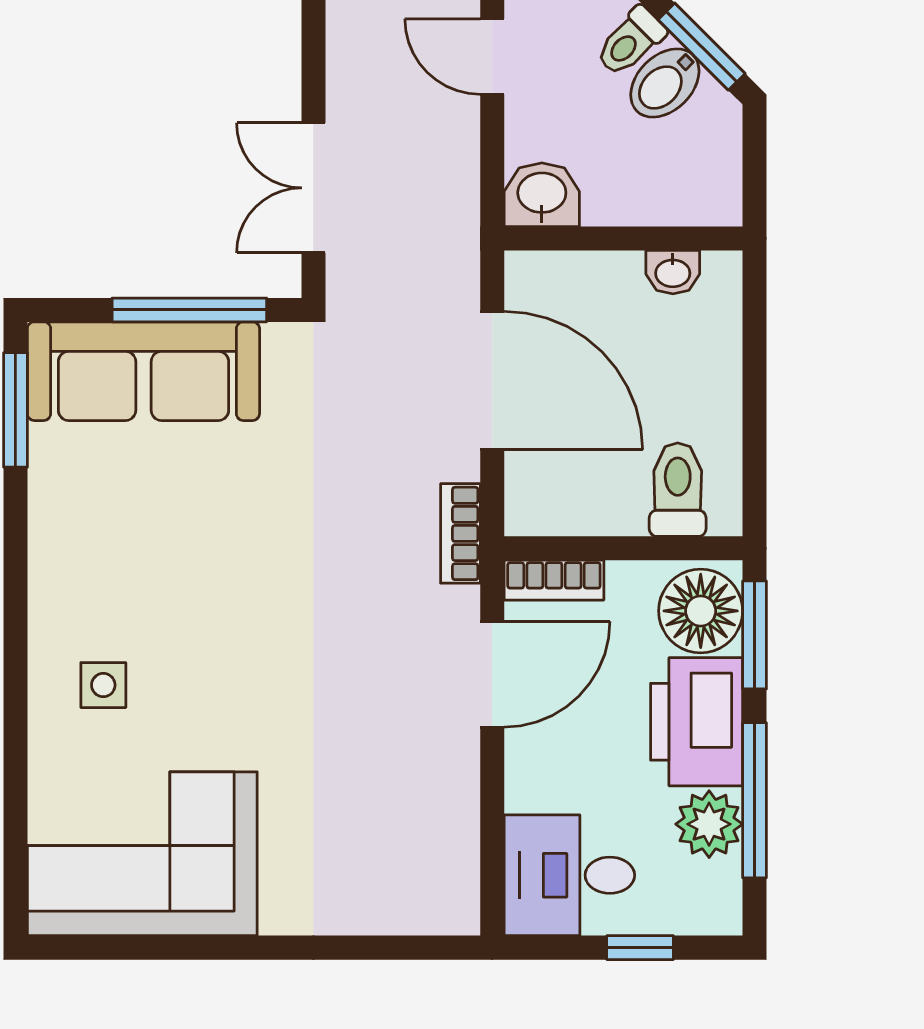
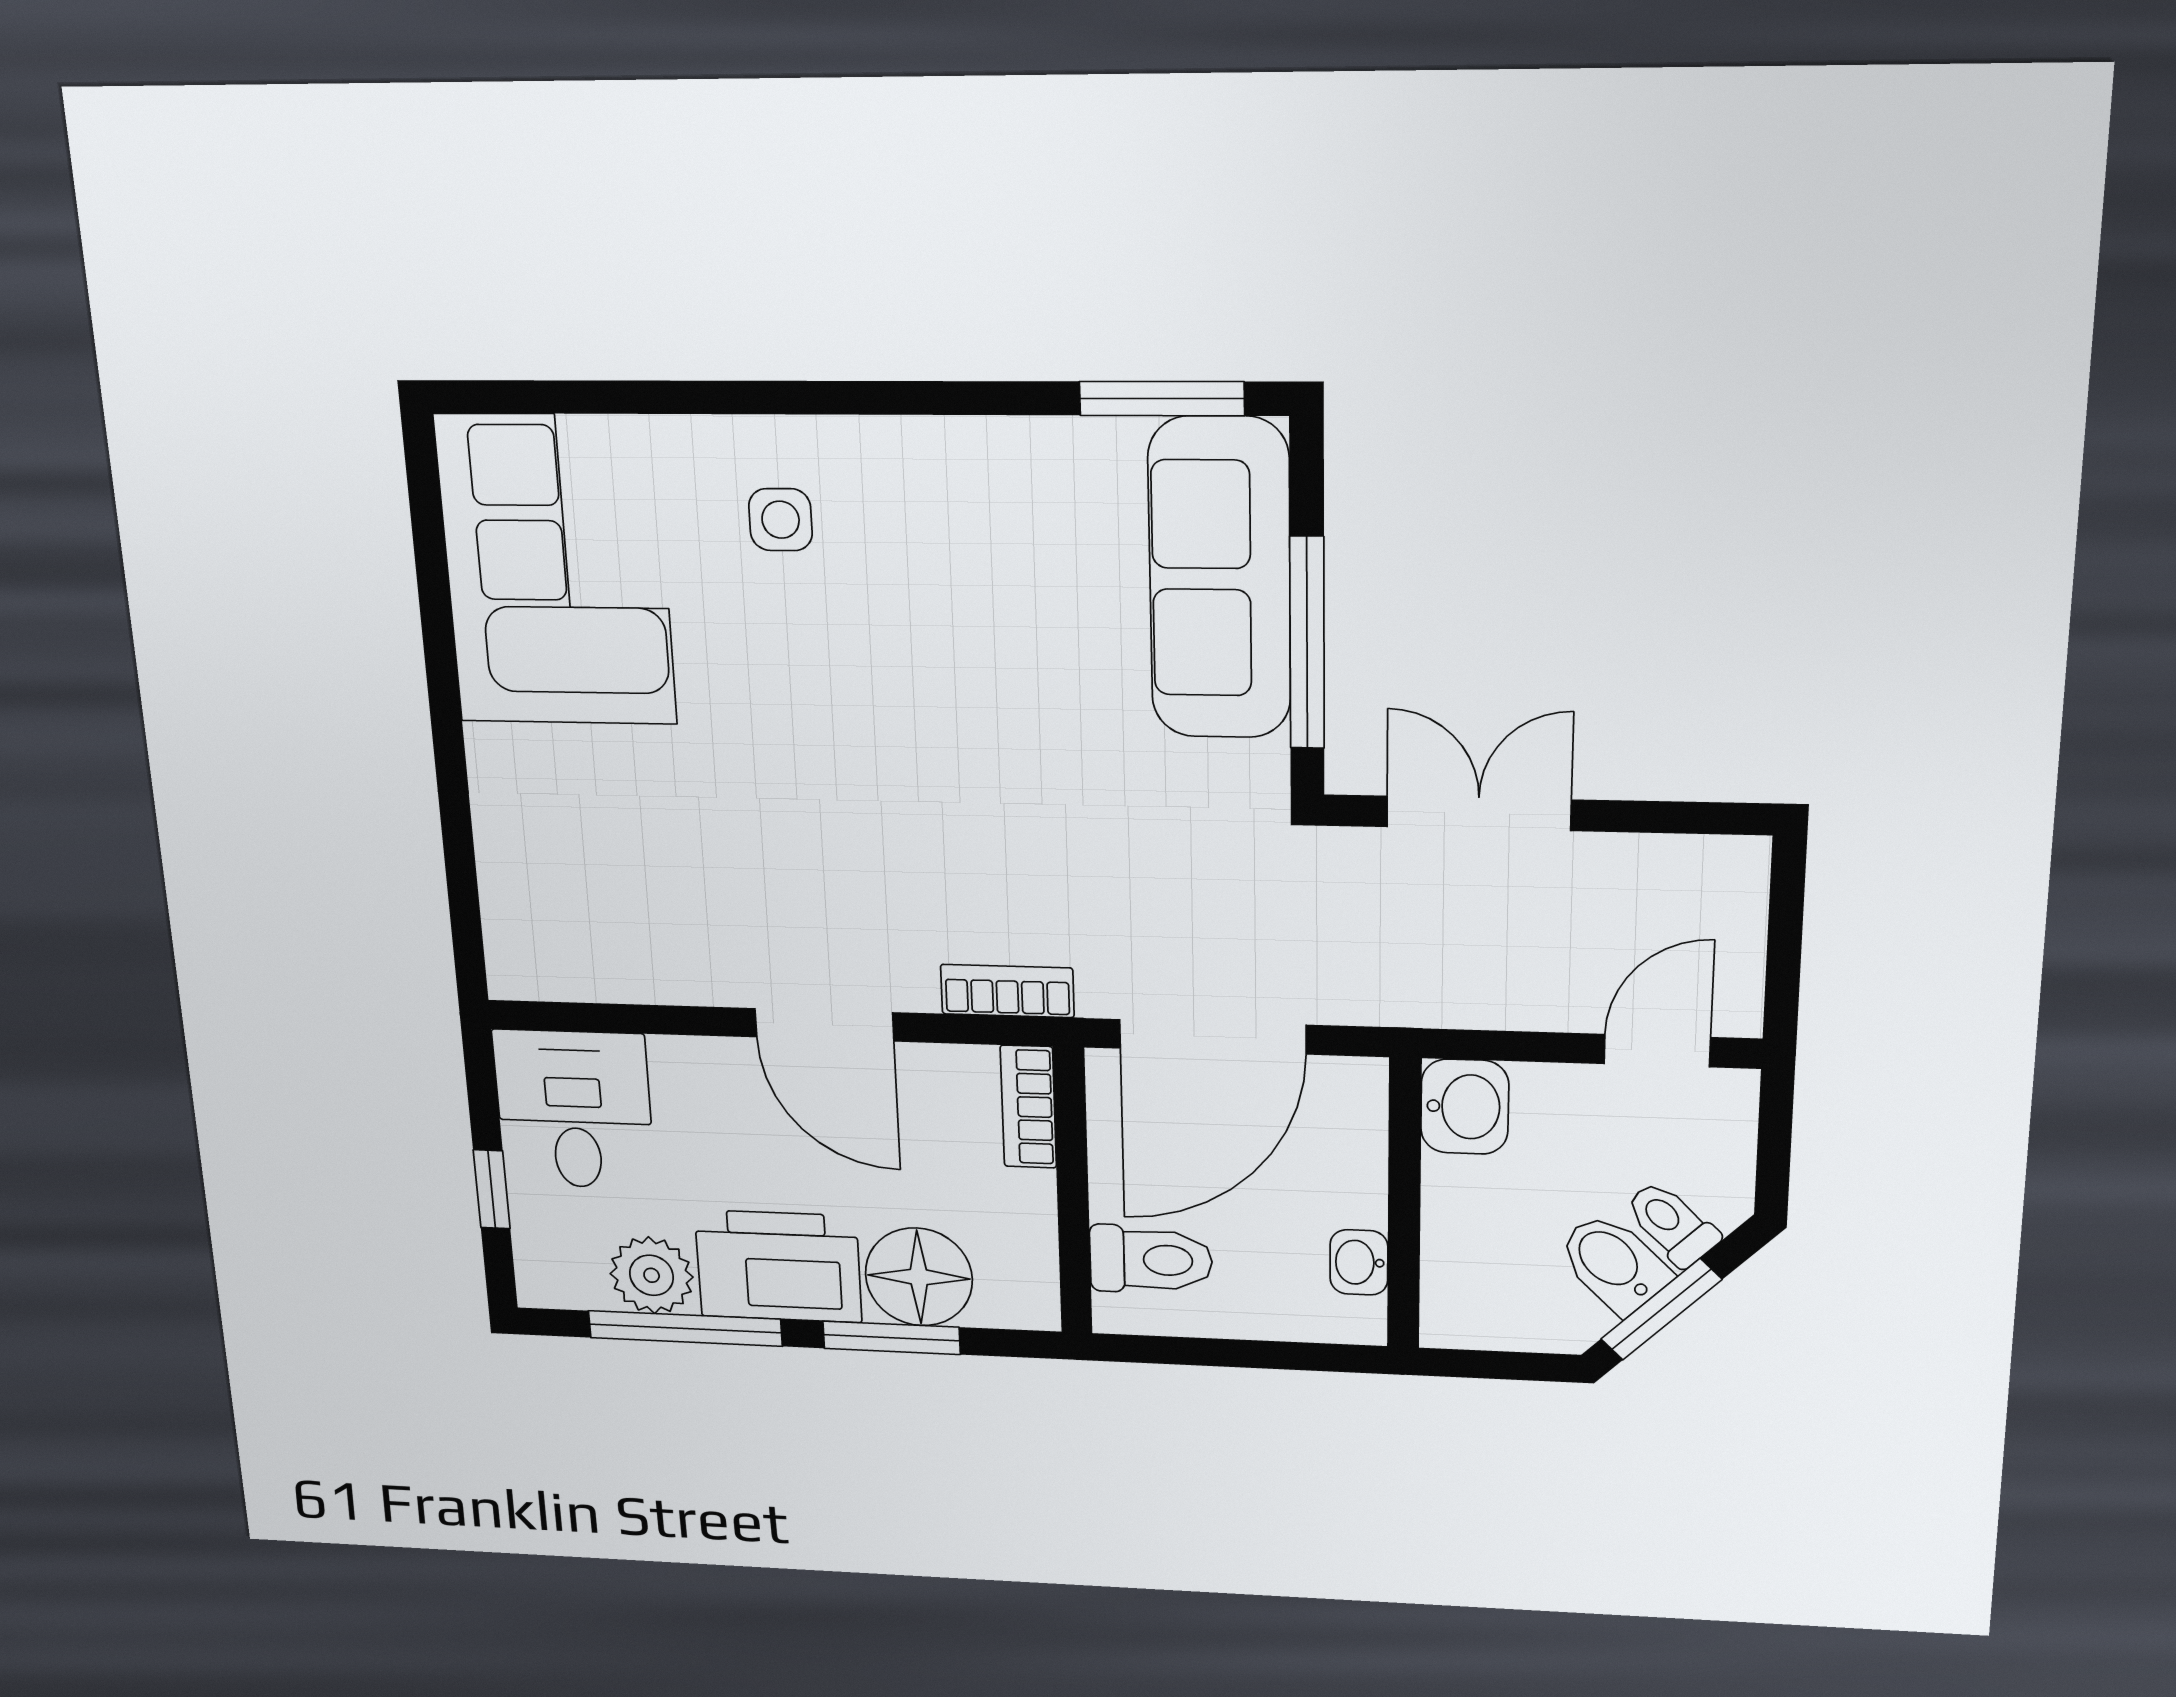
toilet: (678, 490) -> (1151, 1260), moved
wall: (623, 548) -> (1073, 1192), moved
bookcase: (554, 580) -> (1028, 1107), moved

